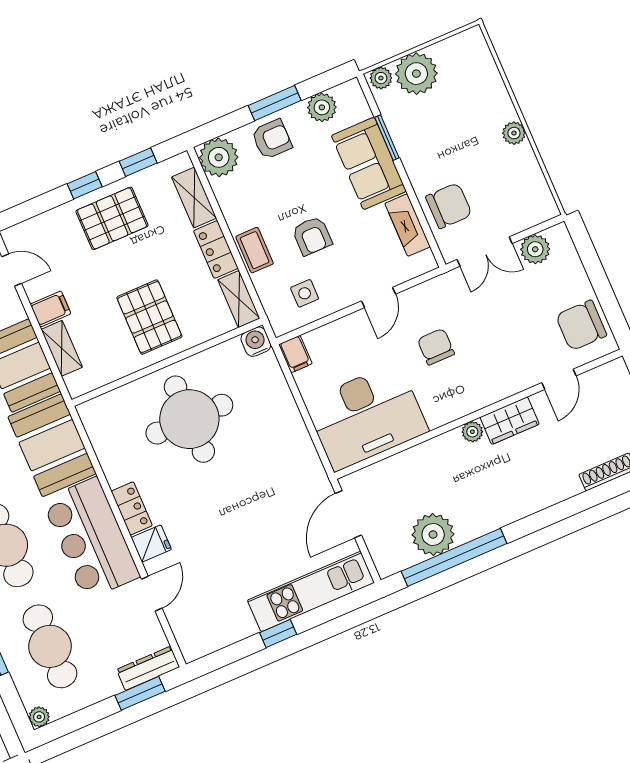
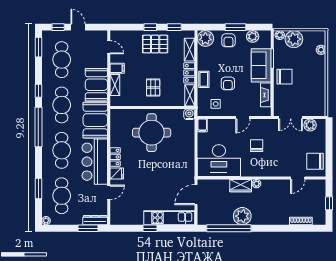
plant: (514, 133) -> (321, 50), moved
armchair: (272, 139) -> (228, 40), turned 90
chair: (449, 206) -> (285, 77), moved
pallet: (149, 317) -> (153, 88), width x0.67, depth x0.71
wardrobe: (510, 421) -> (241, 186), moved
plant: (433, 534) -> (242, 216), moved

